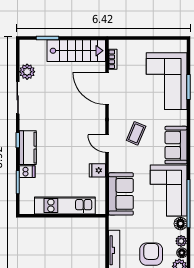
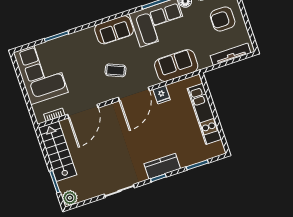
plant: (27, 72) -> (70, 198), moved
corner sofa: (167, 81) -> (41, 72), moved, turned -90
door: (107, 144) -> (134, 94), width x1.87
dishwasher: (27, 172) -> (185, 159), removed

